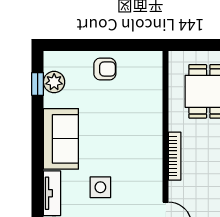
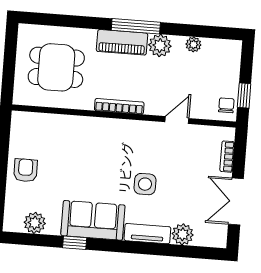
window: (38, 84) -> (75, 243), moved

